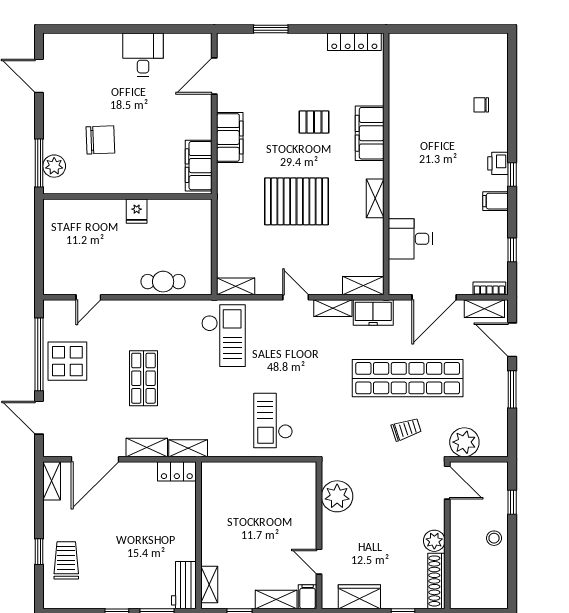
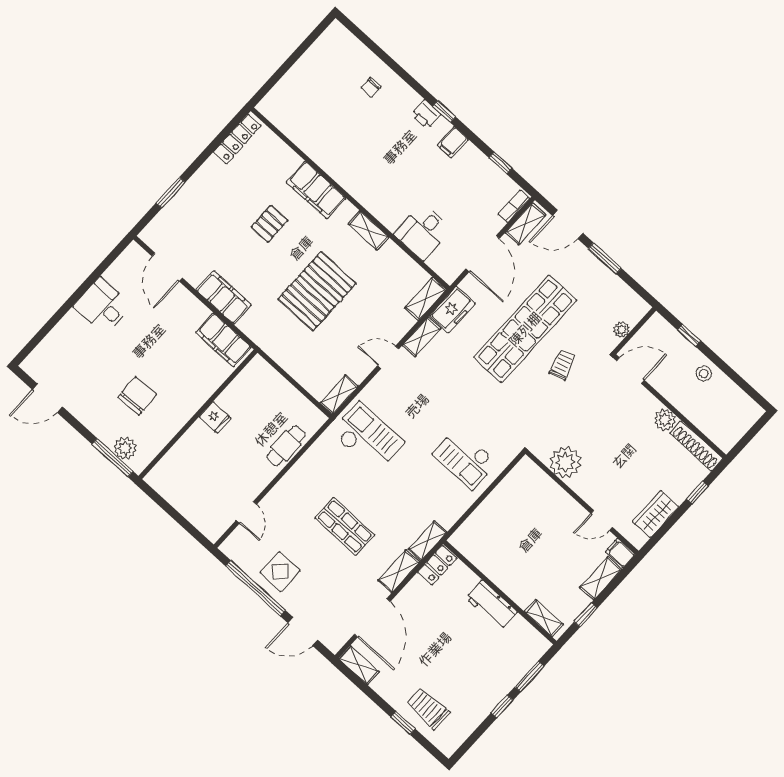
display table: (67, 361) -> (280, 572), width x0.73, depth x0.73
plant: (464, 442) -> (622, 330), width x0.53, depth x0.53
workbench: (184, 585) -> (492, 605), moved

